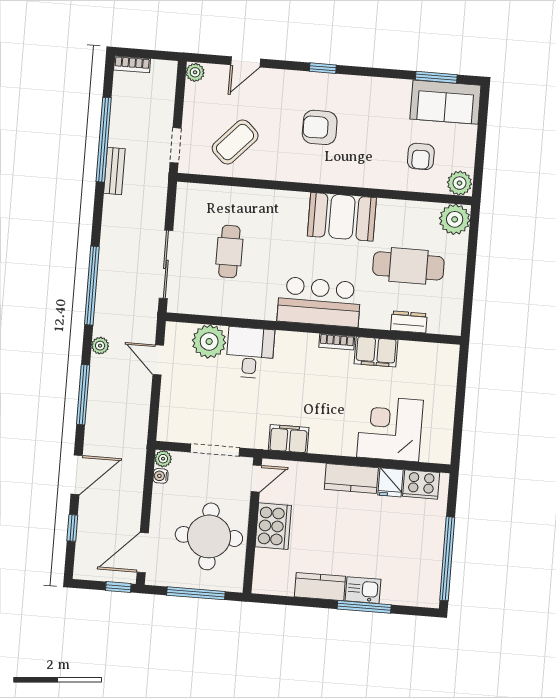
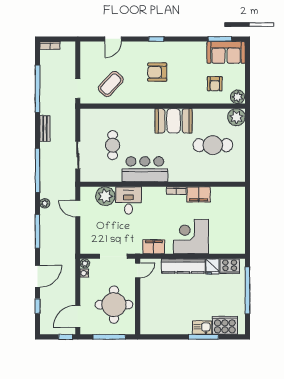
plant: (195, 72) -> (85, 47), removed
bench: (114, 171) -> (45, 128), moved
sliding door: (166, 264) -> (78, 155), width x0.73
bar counter: (319, 302) -> (145, 169), moved
dresser: (409, 322) -> (216, 176), removed
corner desk: (390, 429) -> (191, 237), moved
kitchen counter: (351, 478) -> (183, 266), width x1.50
cooker: (273, 526) -> (225, 325), moved, turned -90
window: (447, 559) -> (248, 290), moved
kitchen counter: (320, 587) -> (178, 328), removed

